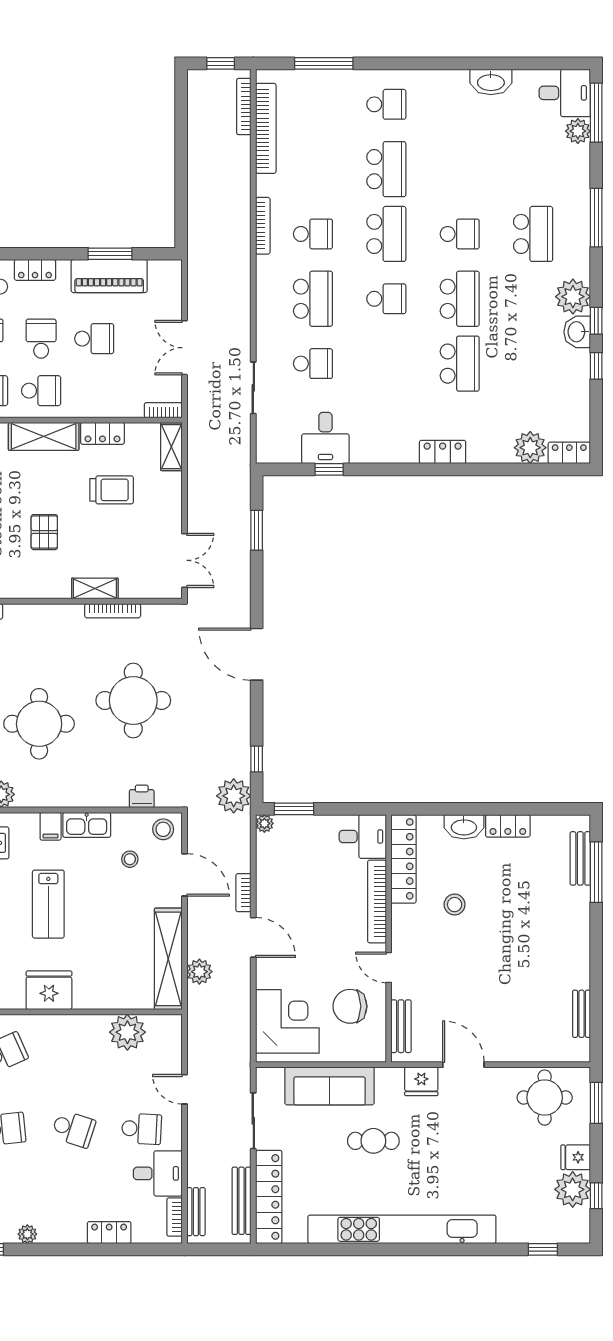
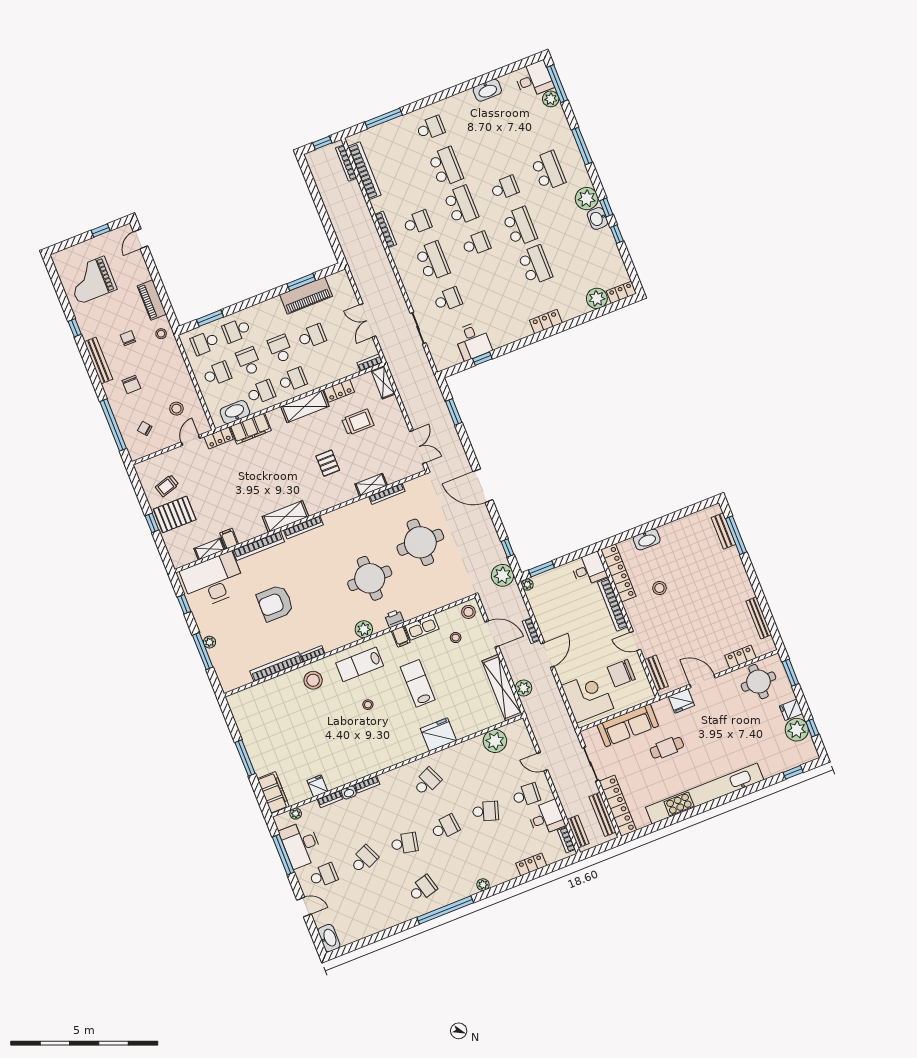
locker: (35, 270) -> (260, 309), removed
printer: (142, 796) -> (394, 619), moved
locker: (508, 826) -> (740, 657), moved, turned 180
lab bench: (48, 904) -> (418, 683), turned 180
door: (253, 937) -> (548, 655), hinge flipped
bench: (581, 1014) -> (759, 618), width x1.36

